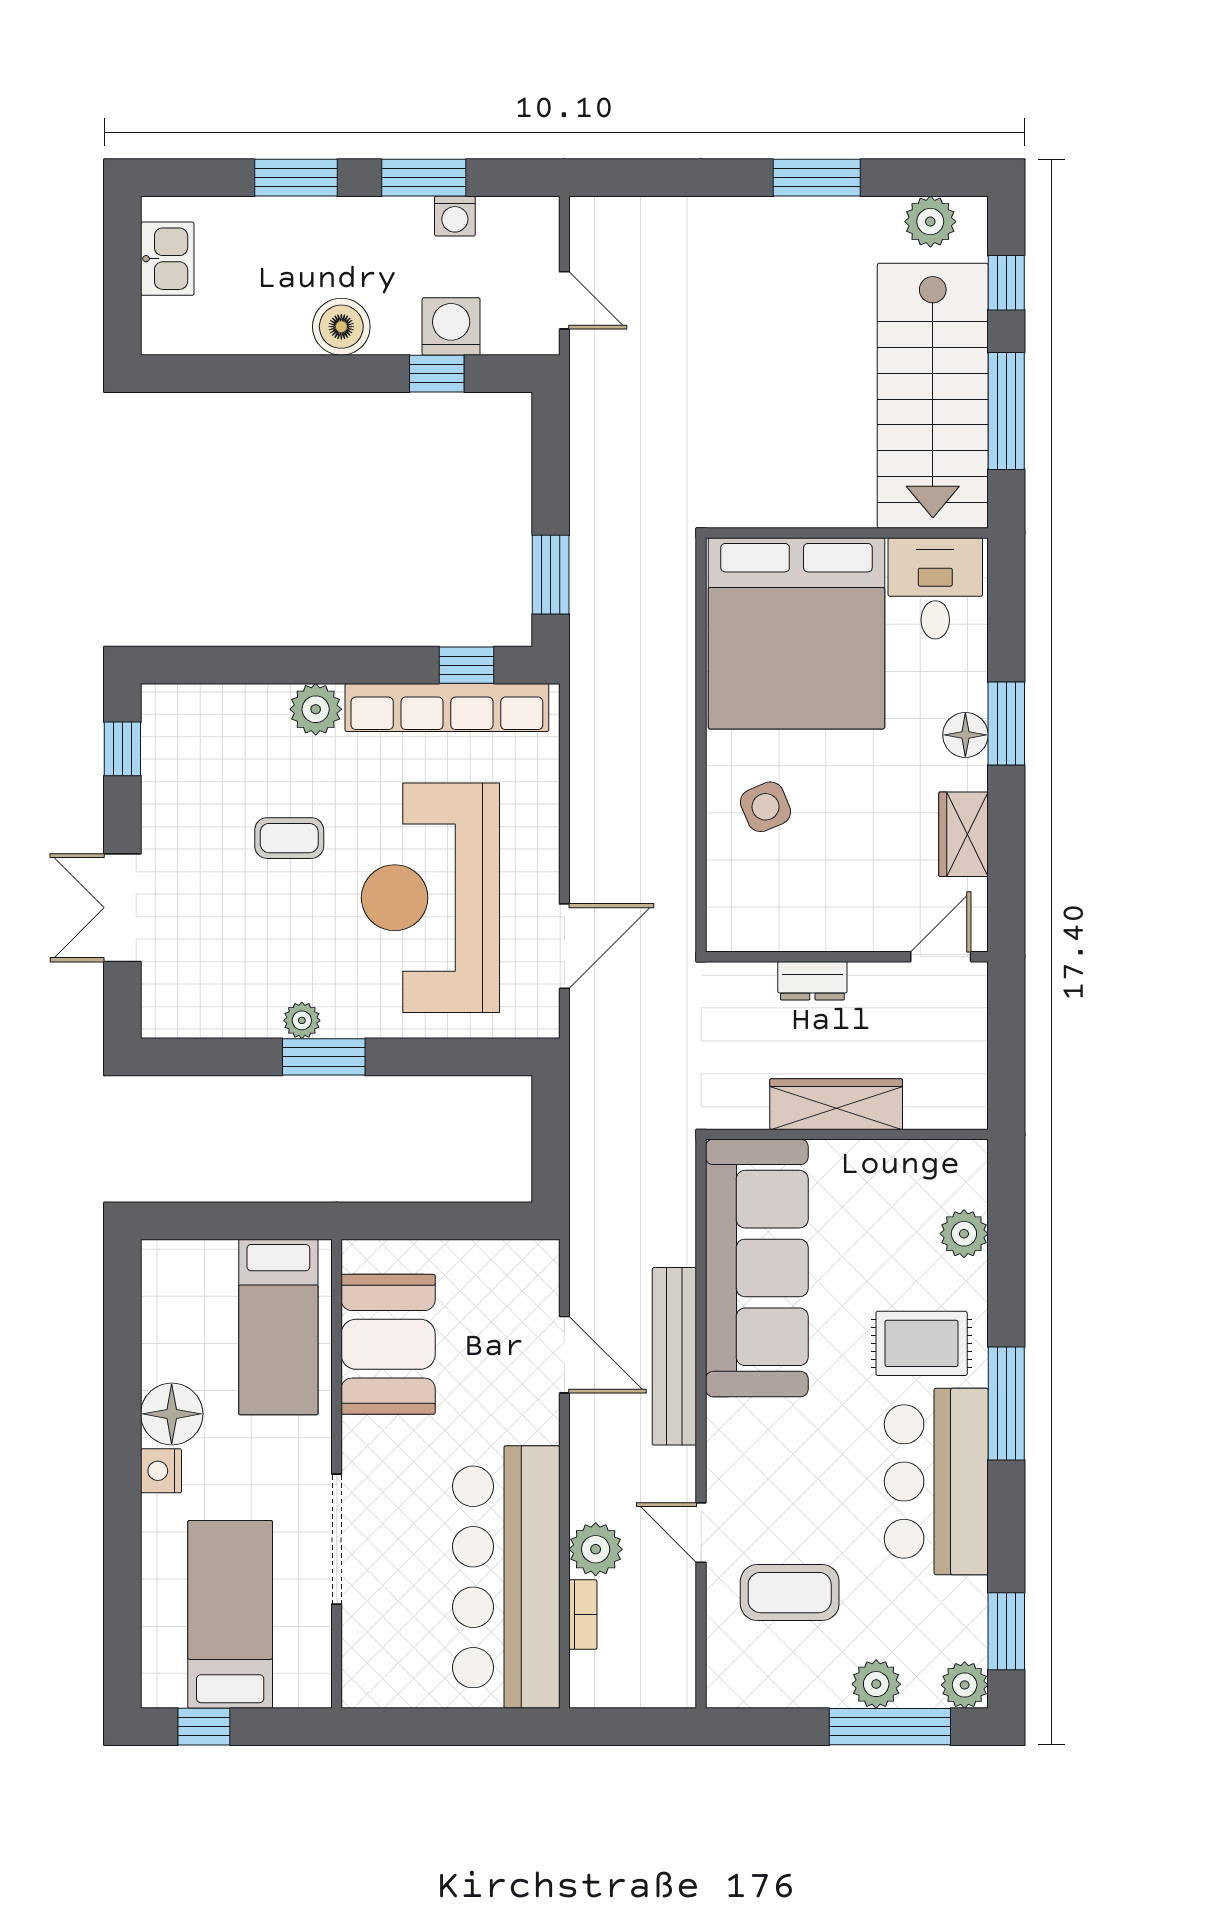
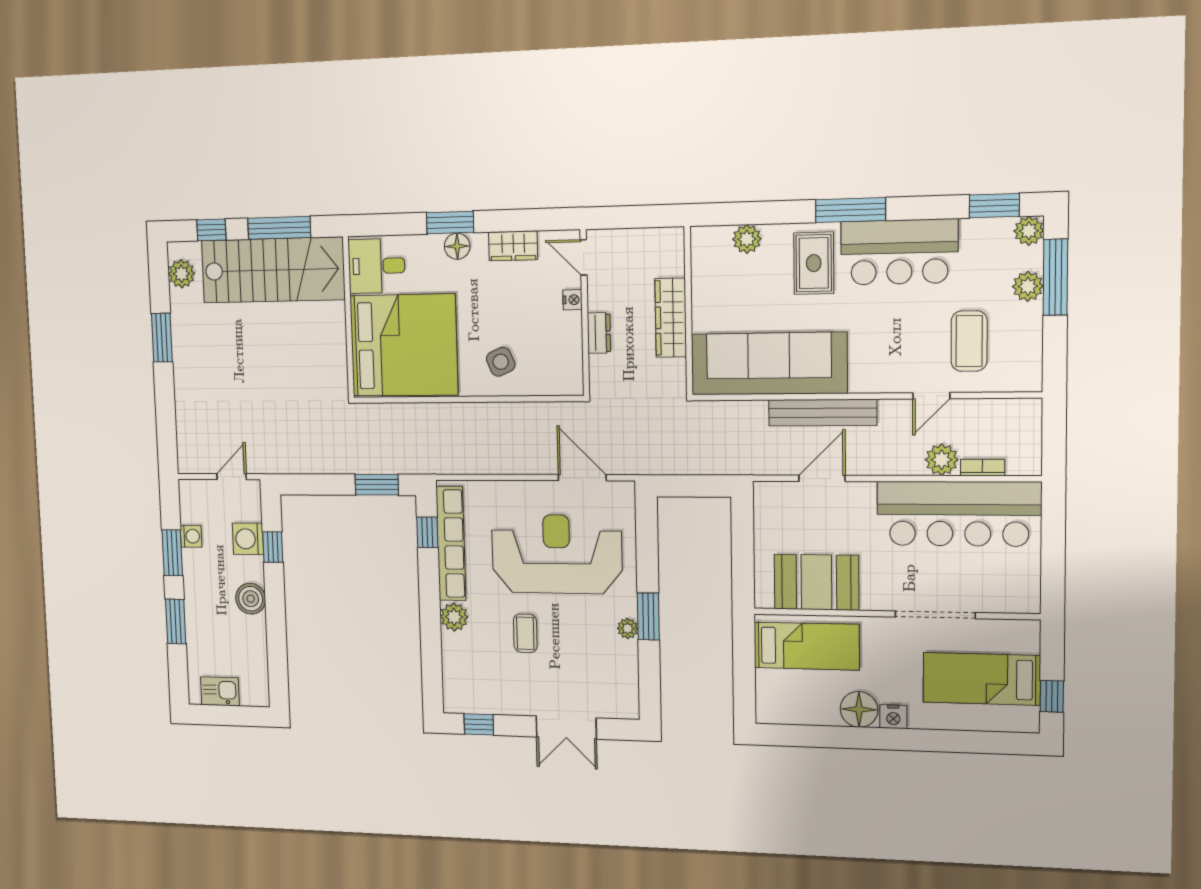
reception desk: (430, 898) -> (557, 554), turned 180
nightstand: (870, 936) -> (572, 300), added

